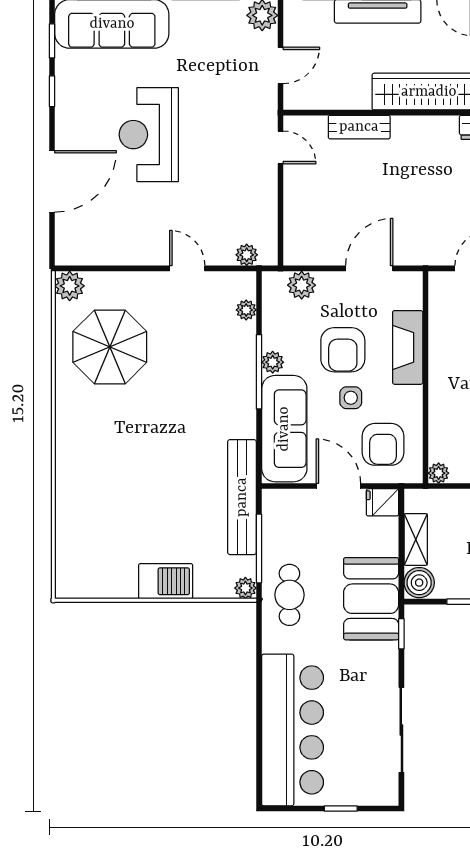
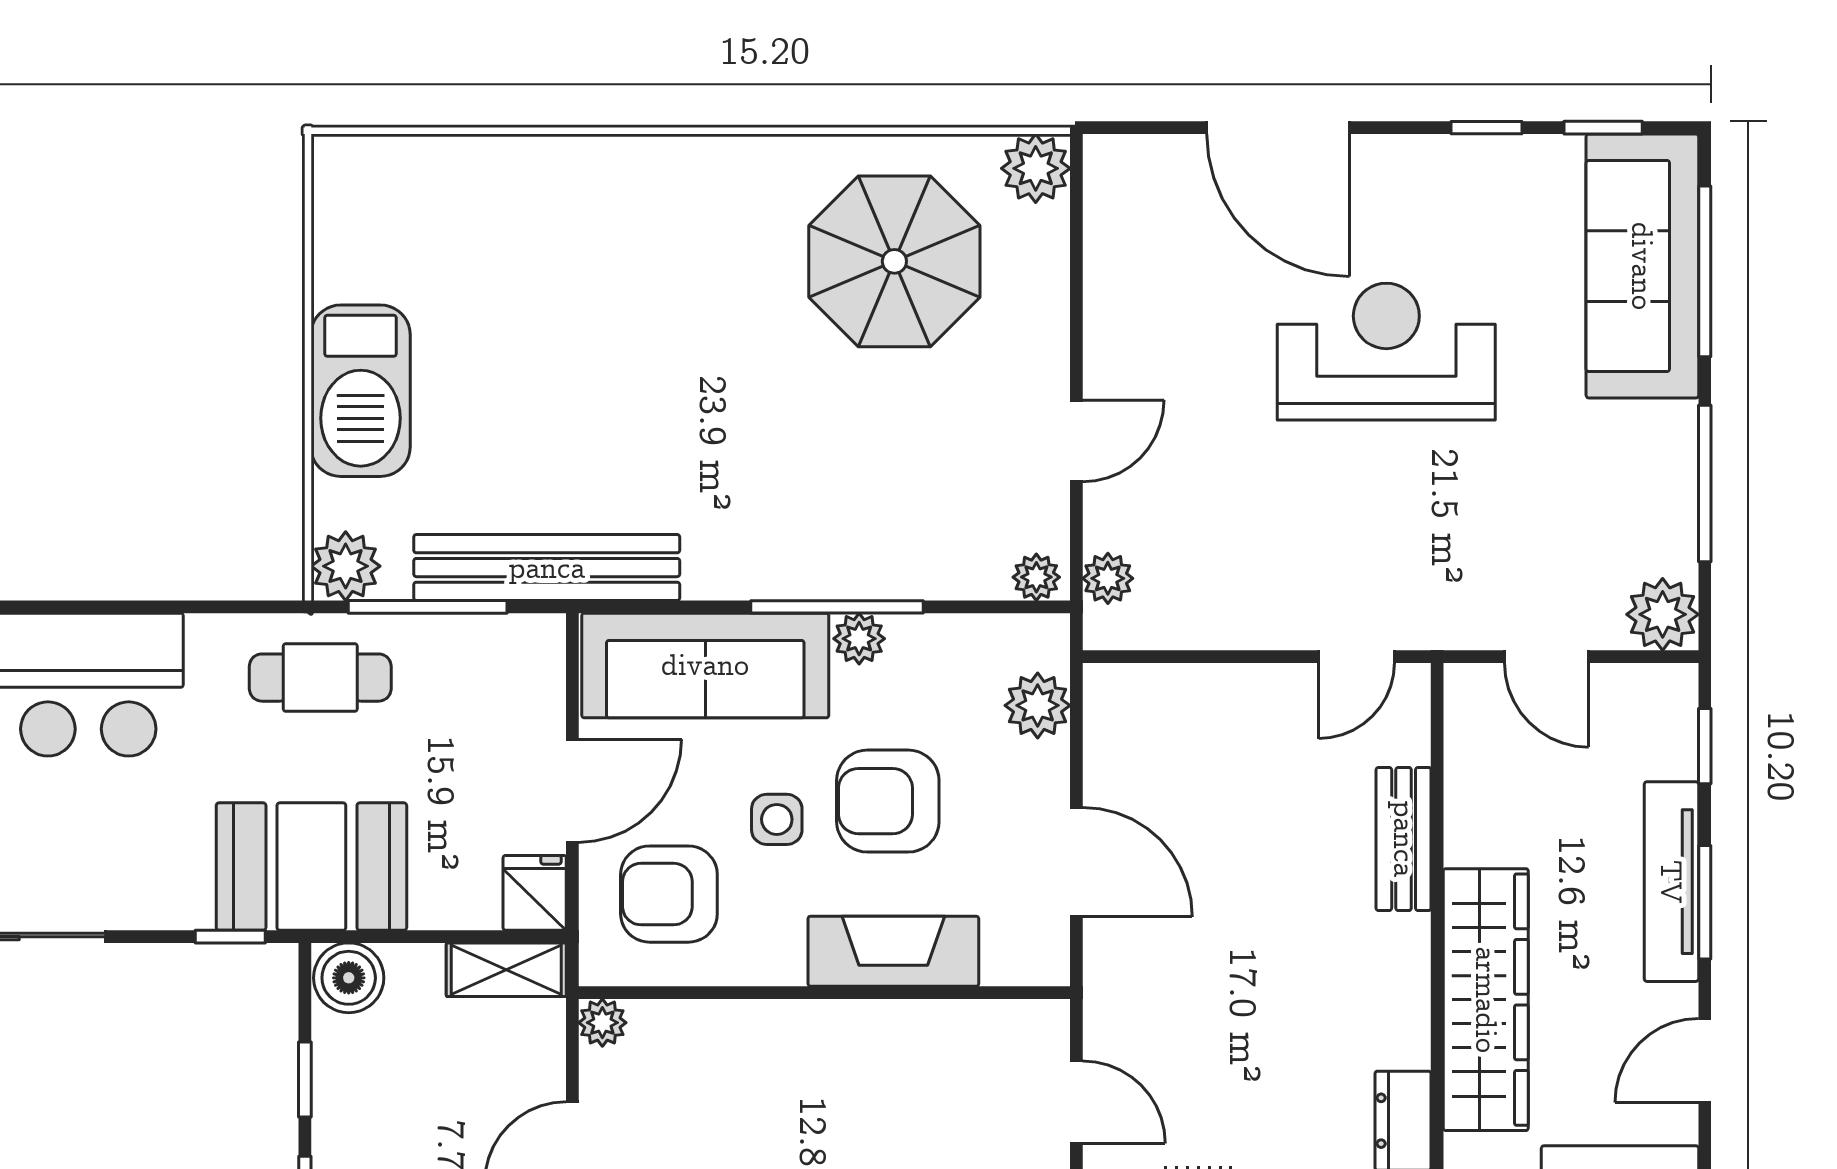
plant: (246, 310) -> (1036, 577), moved
shelving: (416, 539) -> (506, 970), moved
barbecue: (166, 581) -> (361, 391), width x1.37, depth x1.21
plant: (245, 588) -> (346, 566), width x1.38, depth x1.38

